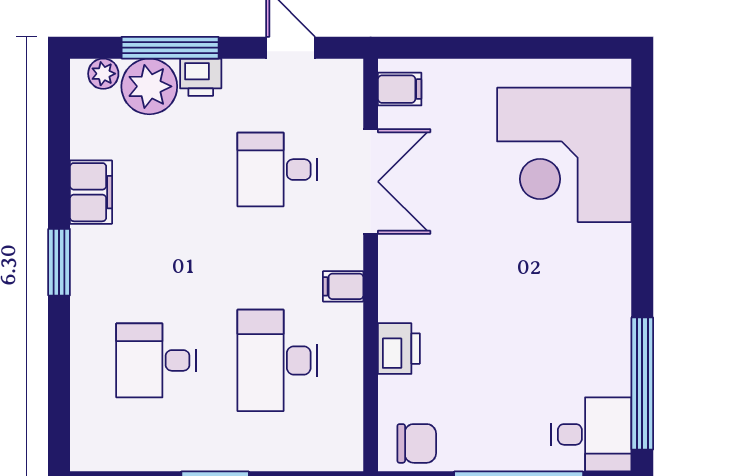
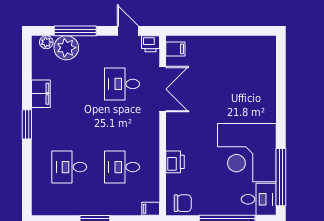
printer: (201, 77) -> (151, 44), moved
corner desk: (564, 155) -> (247, 153), moved
filing cabinet: (343, 286) -> (151, 209), moved
desk: (277, 360) -> (122, 167), width x0.73

